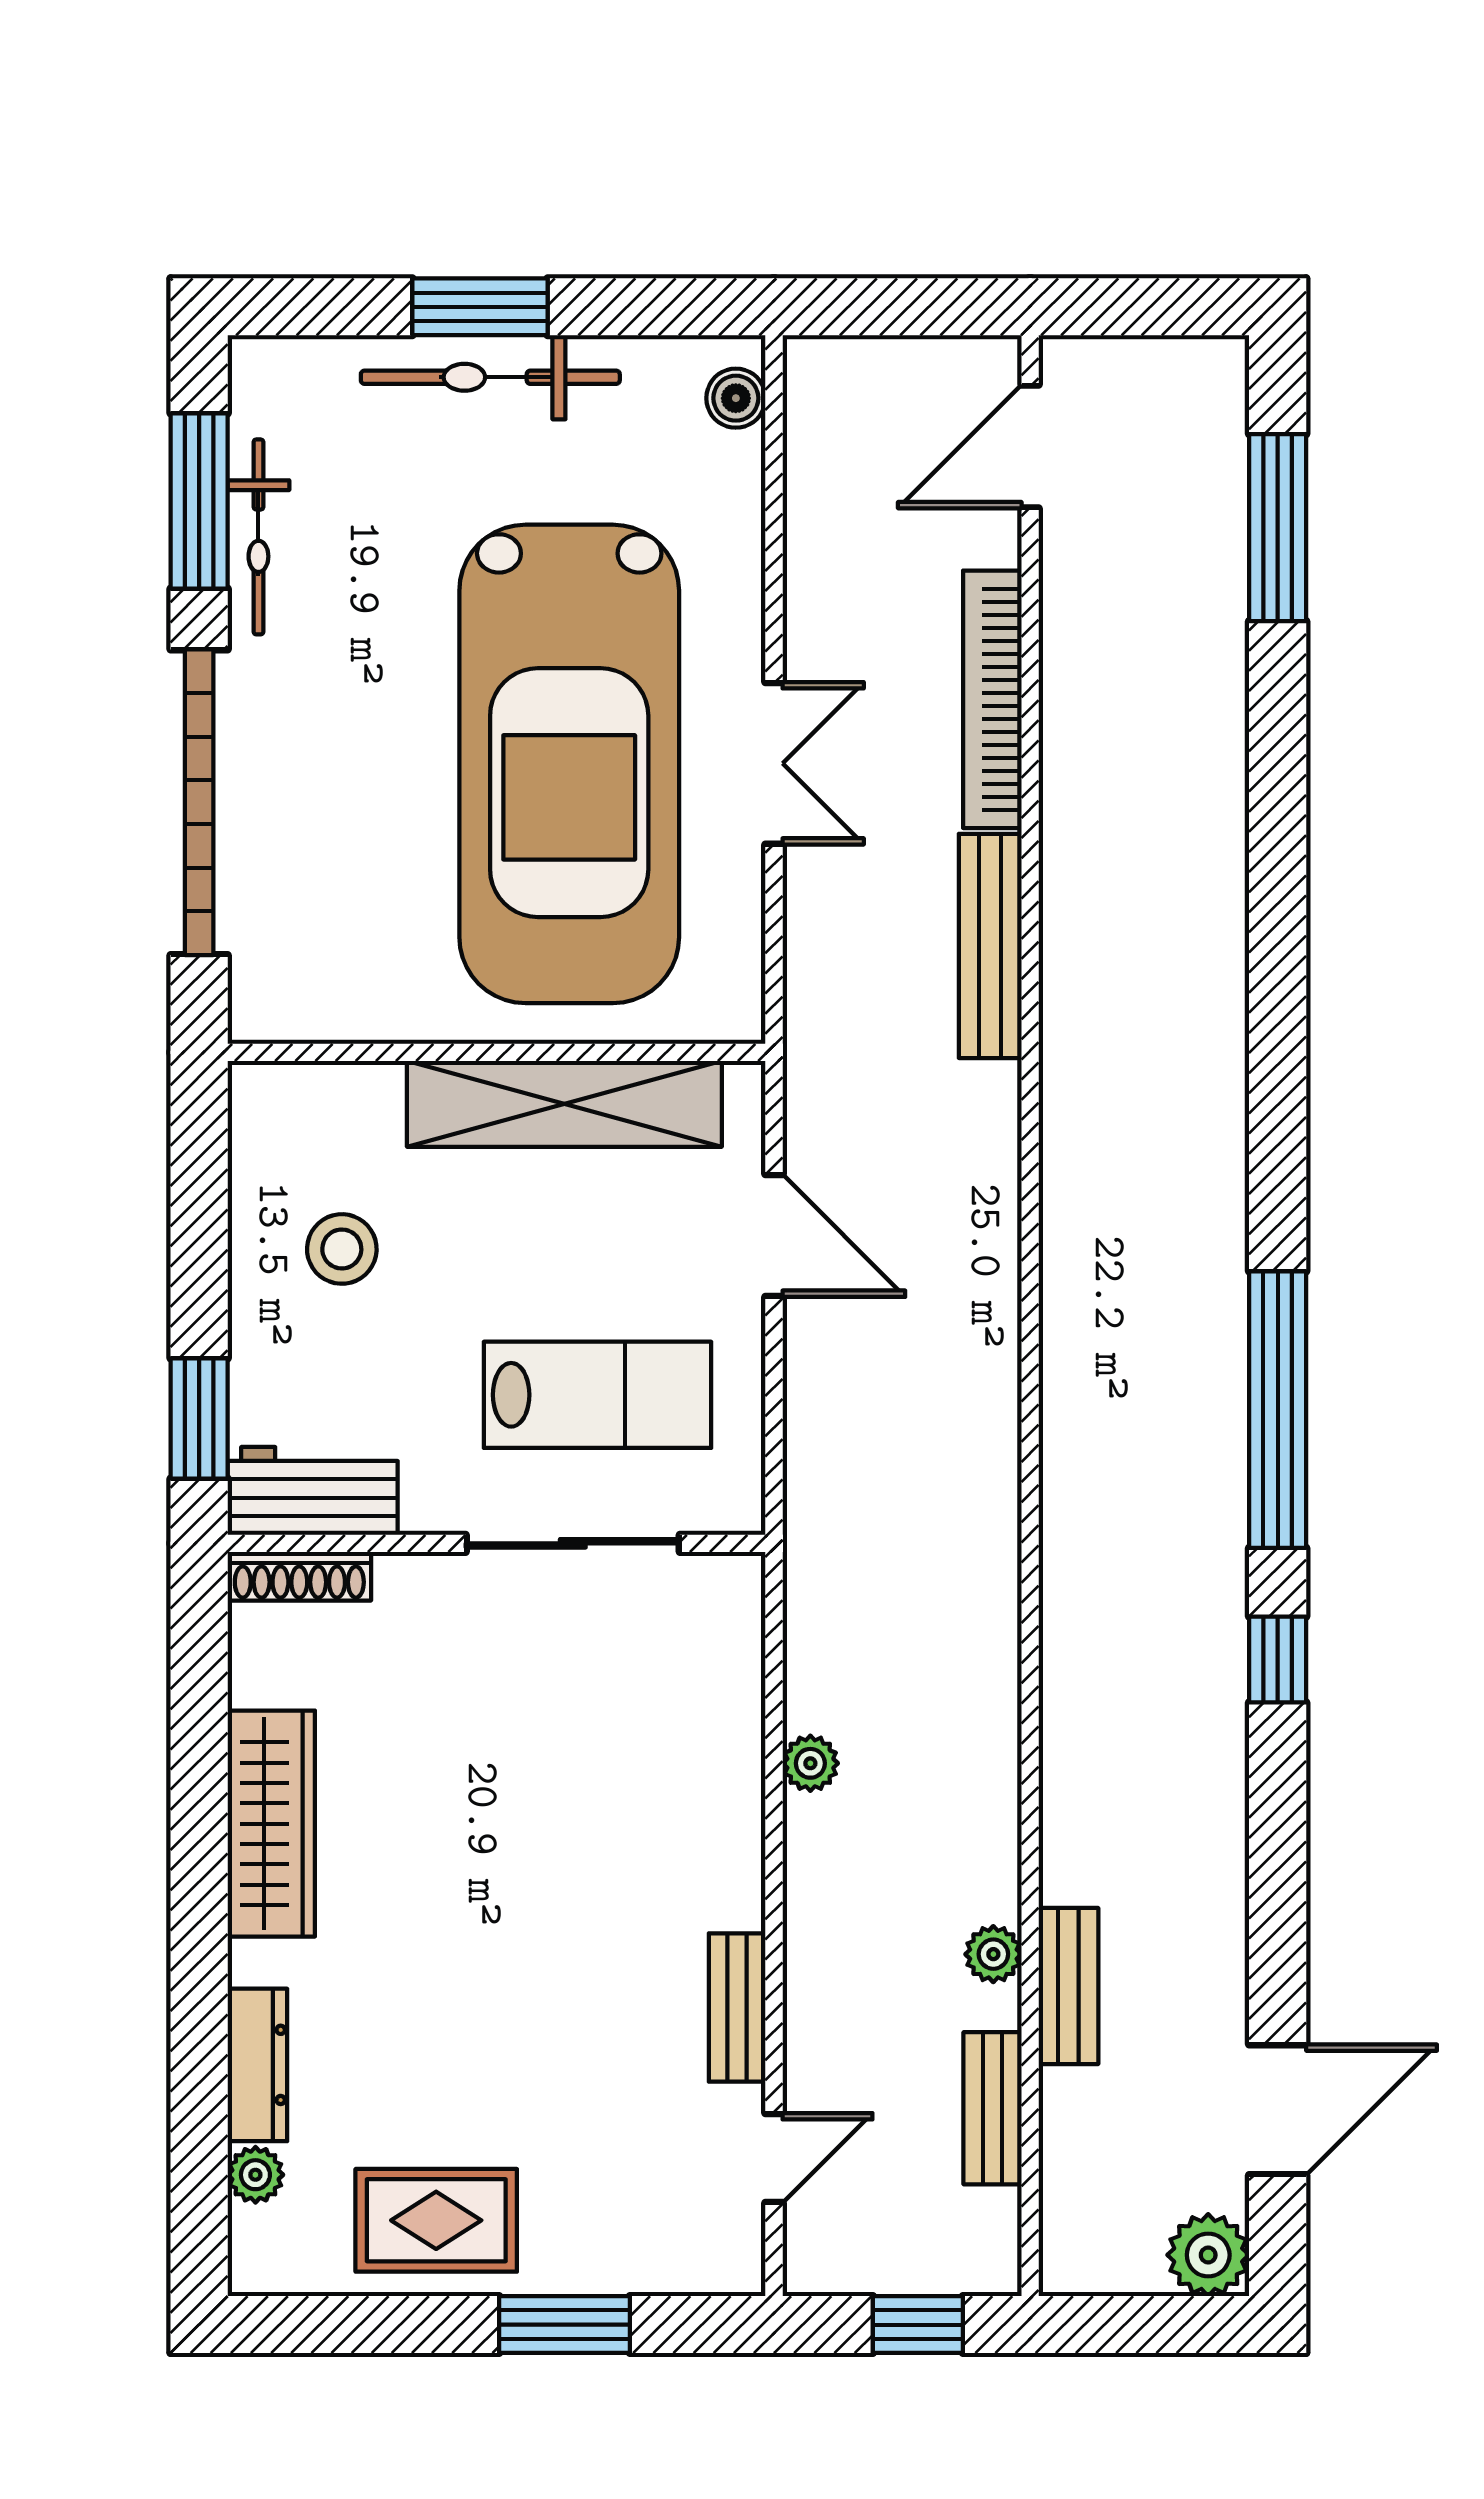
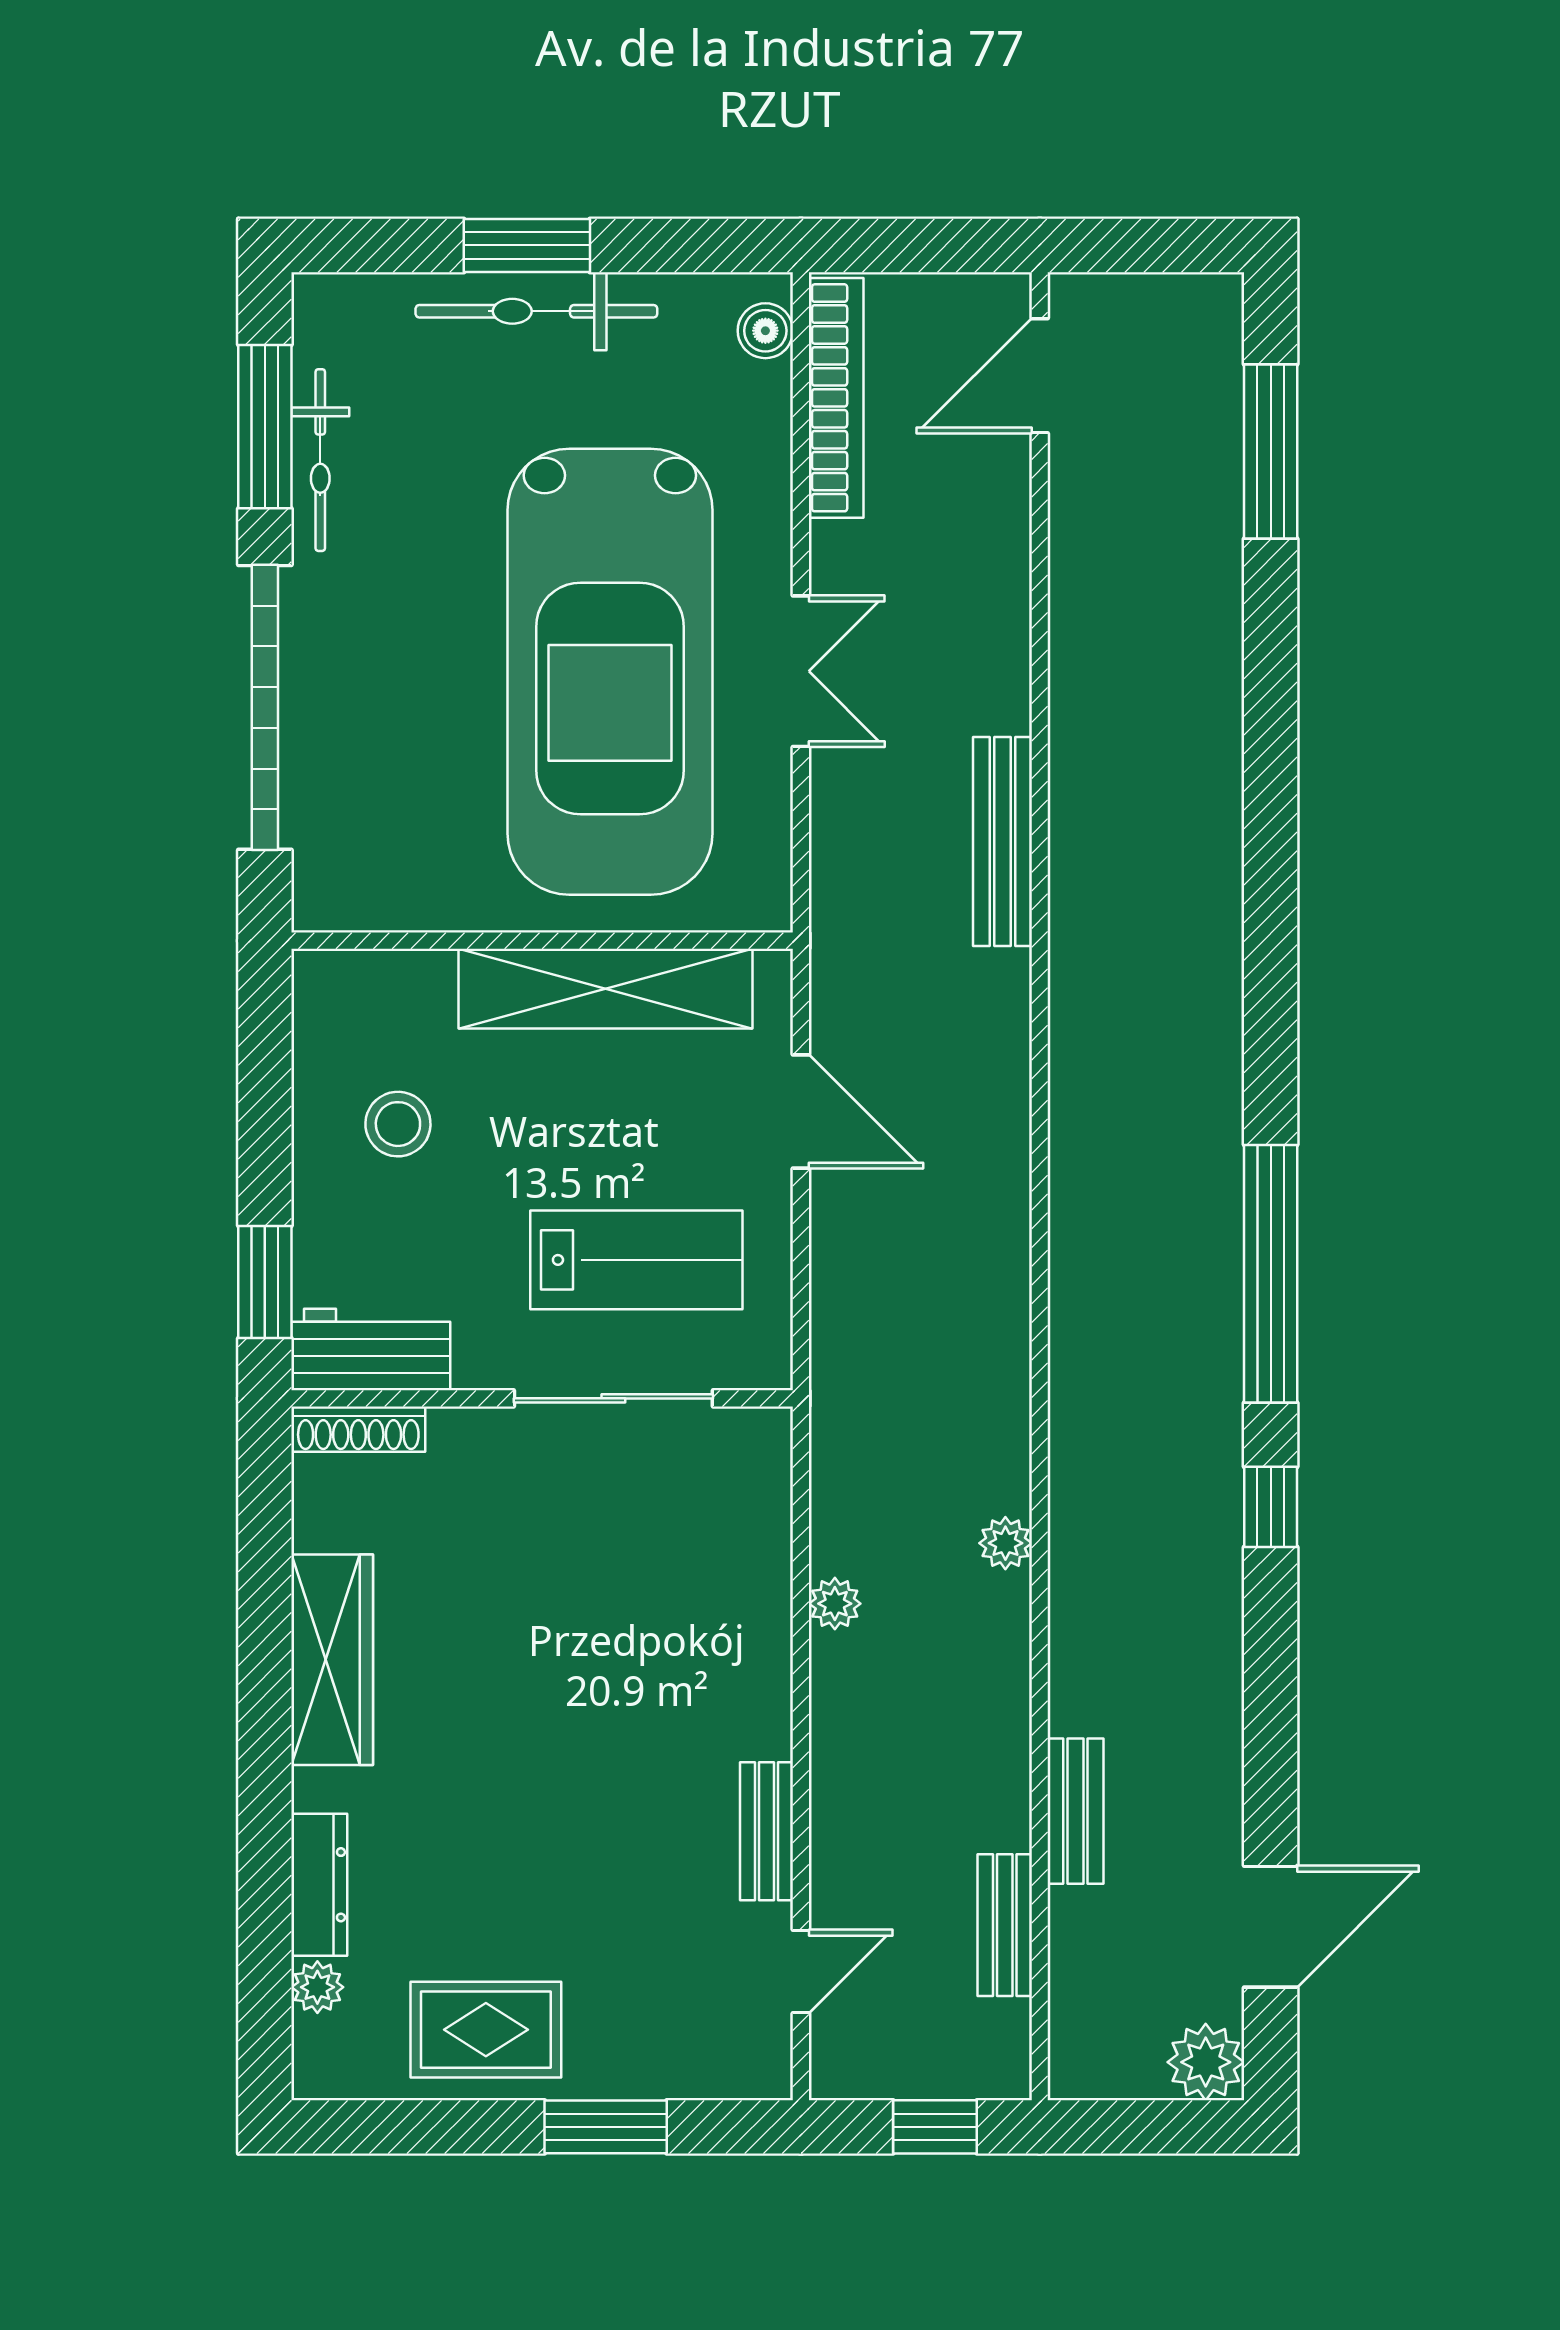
bookcase: (992, 699) -> (836, 398), moved, turned 180
plant: (993, 1954) -> (1005, 1543), moved

